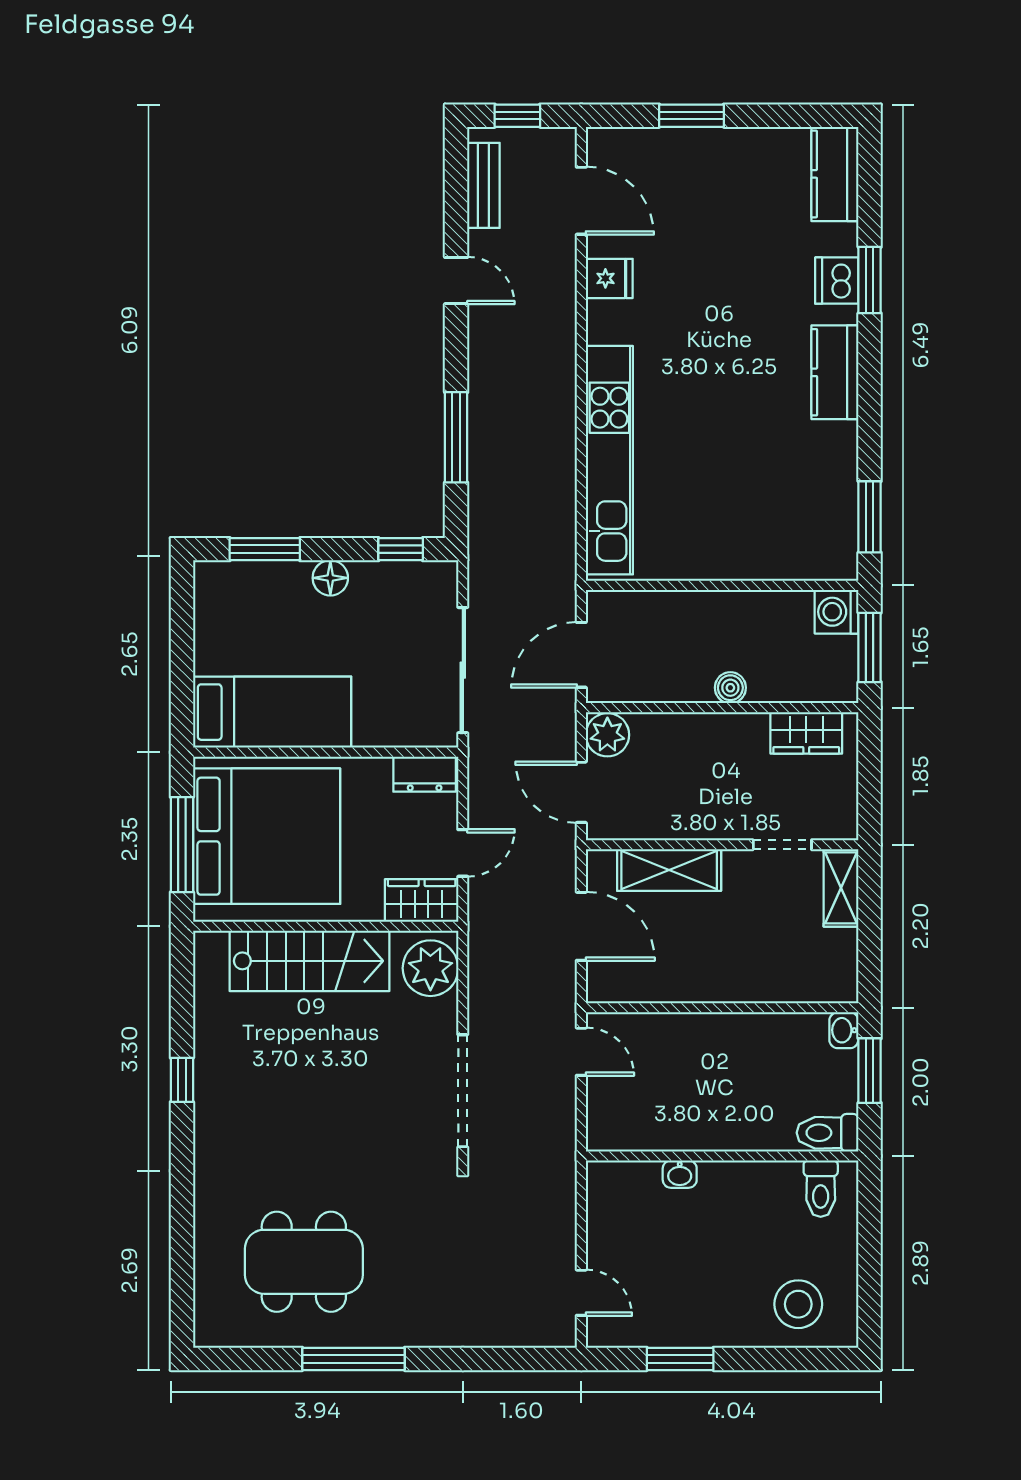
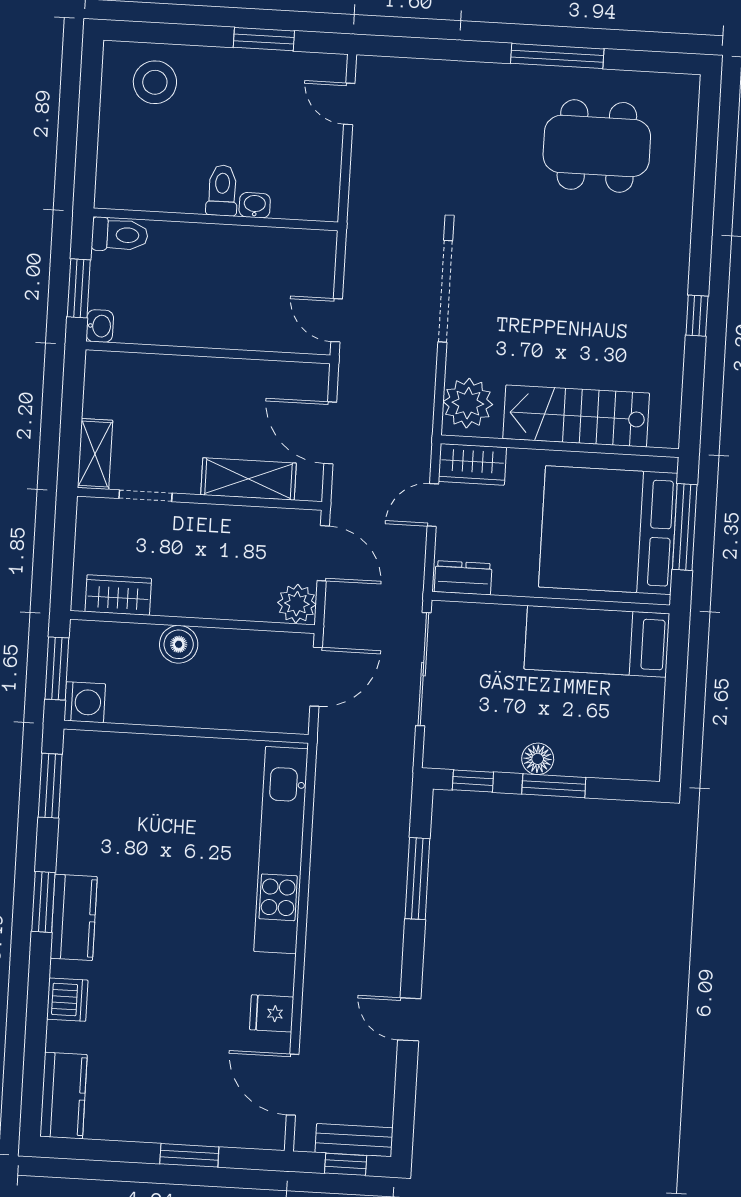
bench: (483, 185) -> (354, 1140), moved, turned 90
window: (870, 280) -> (43, 902), moved
window: (265, 549) -> (554, 786), moved
boiler: (730, 688) -> (179, 644), width x1.36, depth x1.36
toilet: (821, 1189) -> (222, 190), moved

